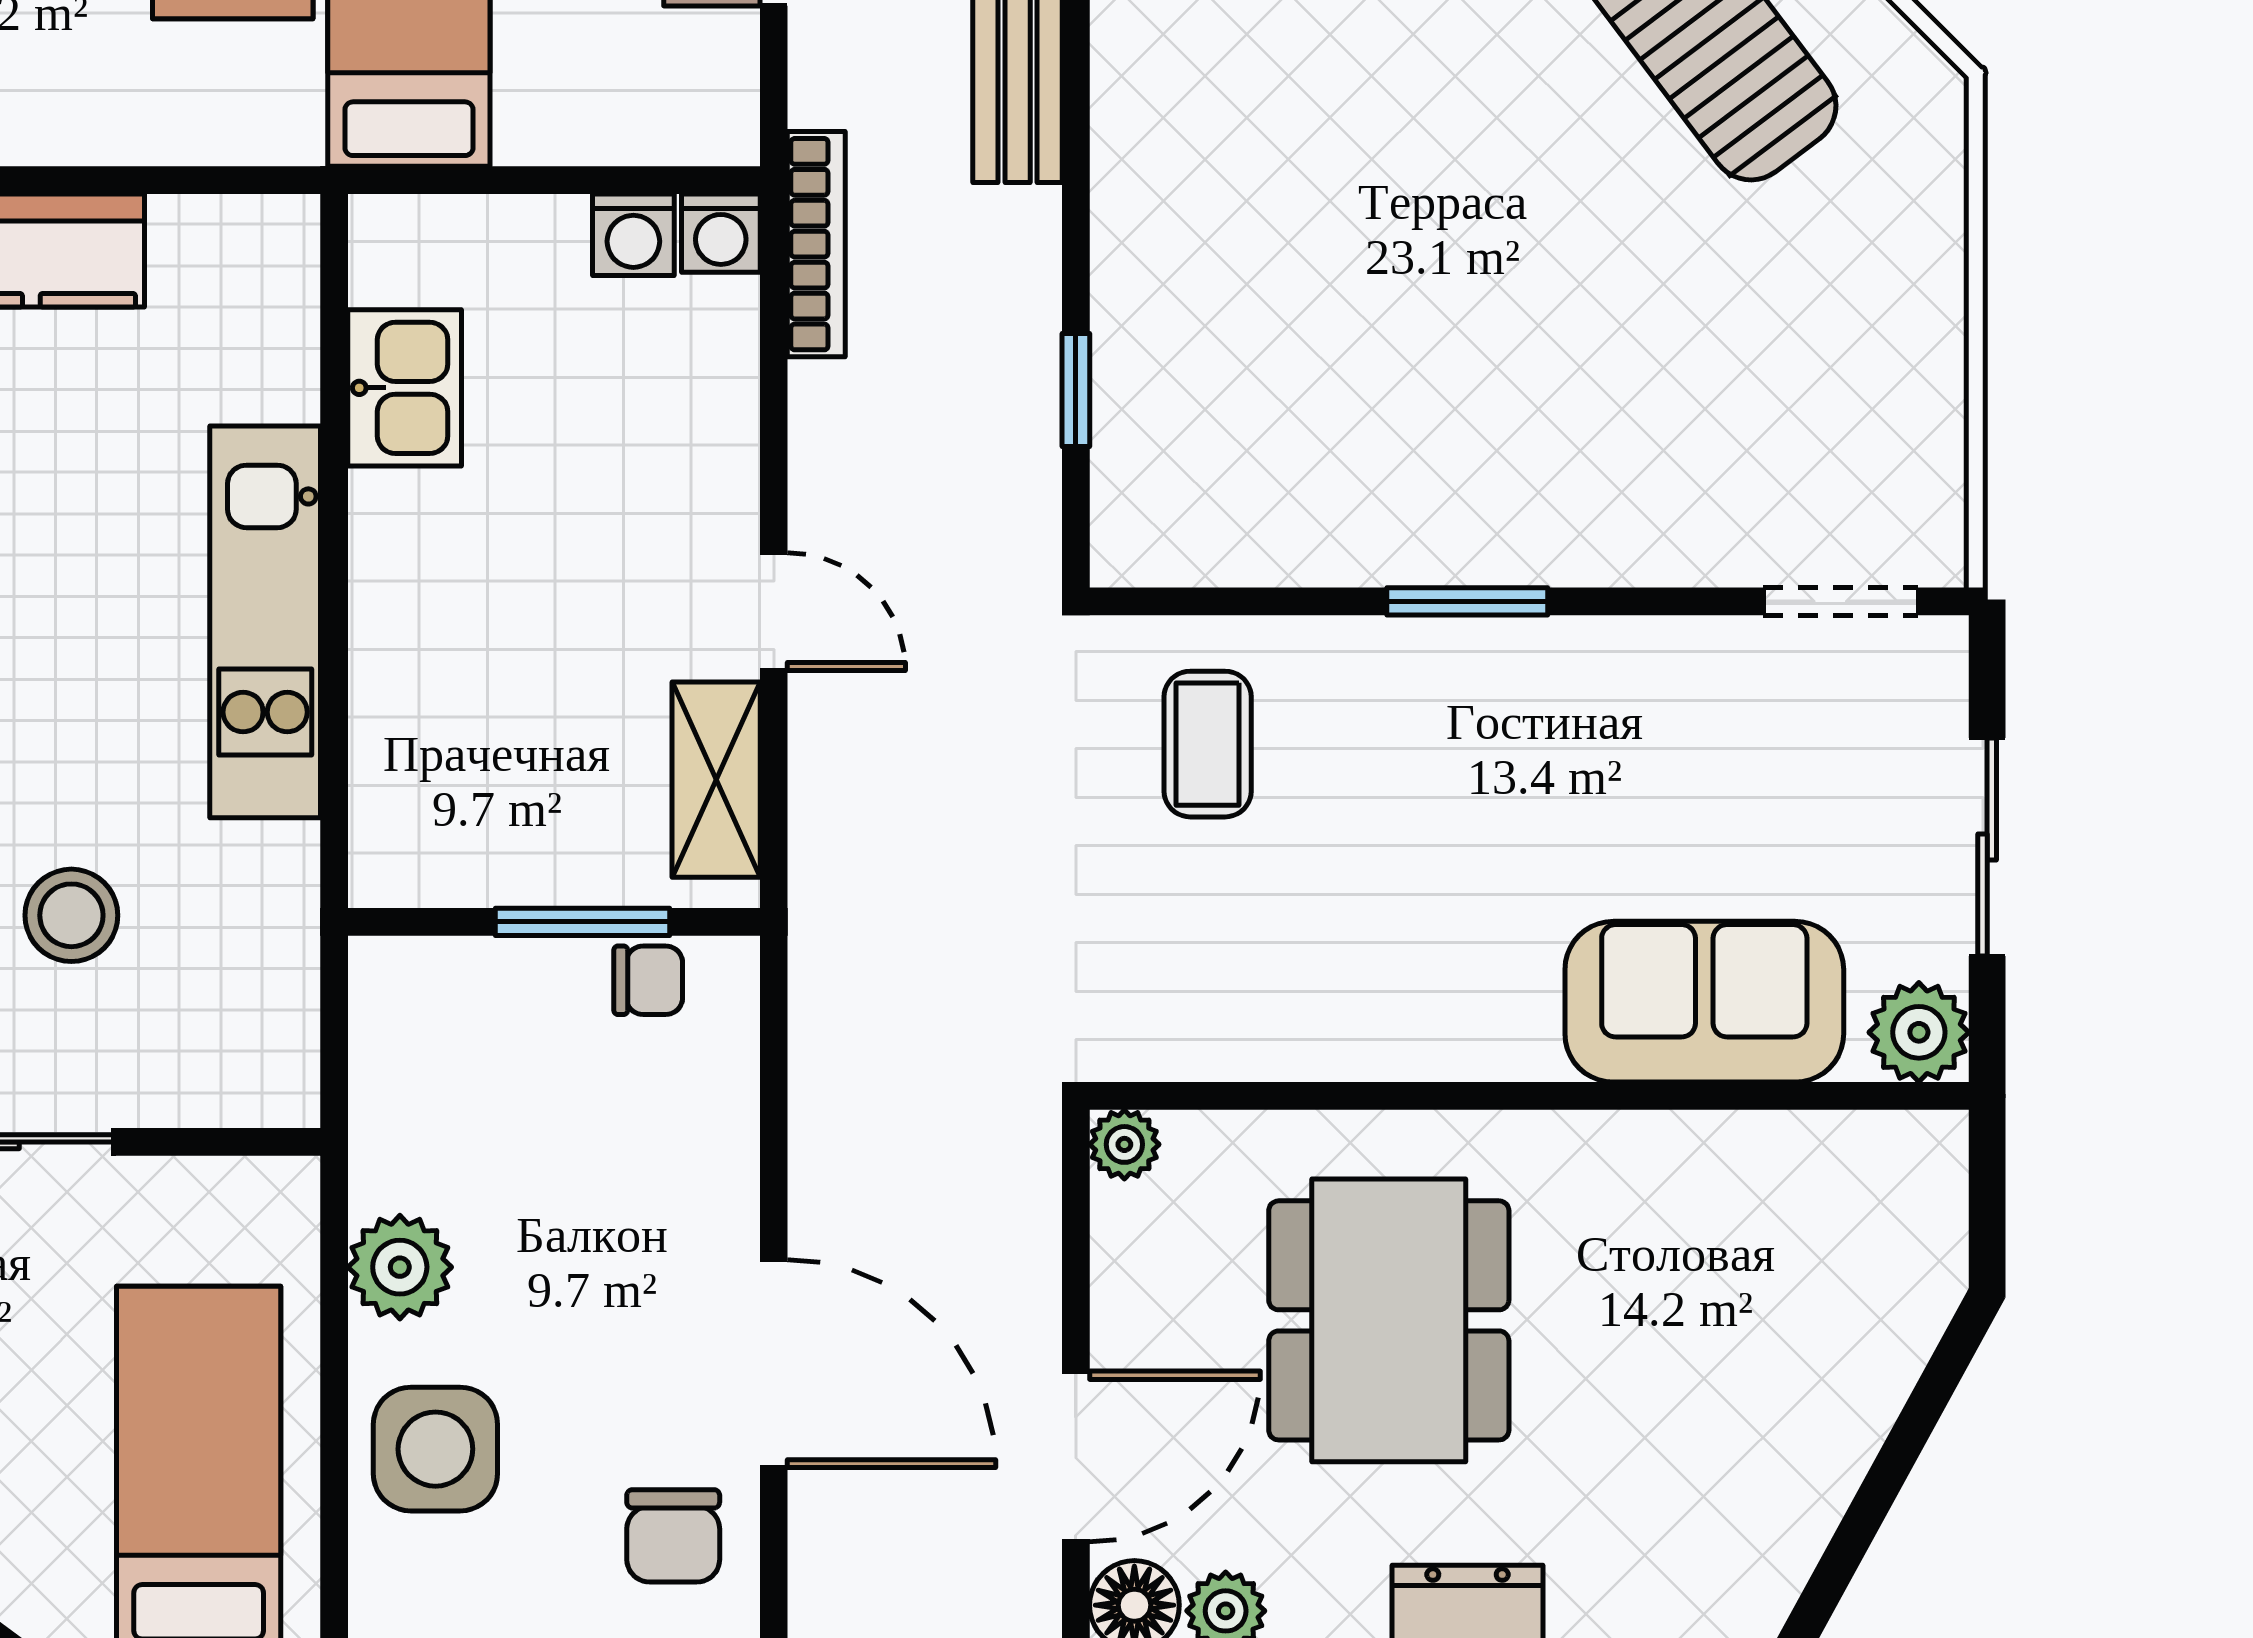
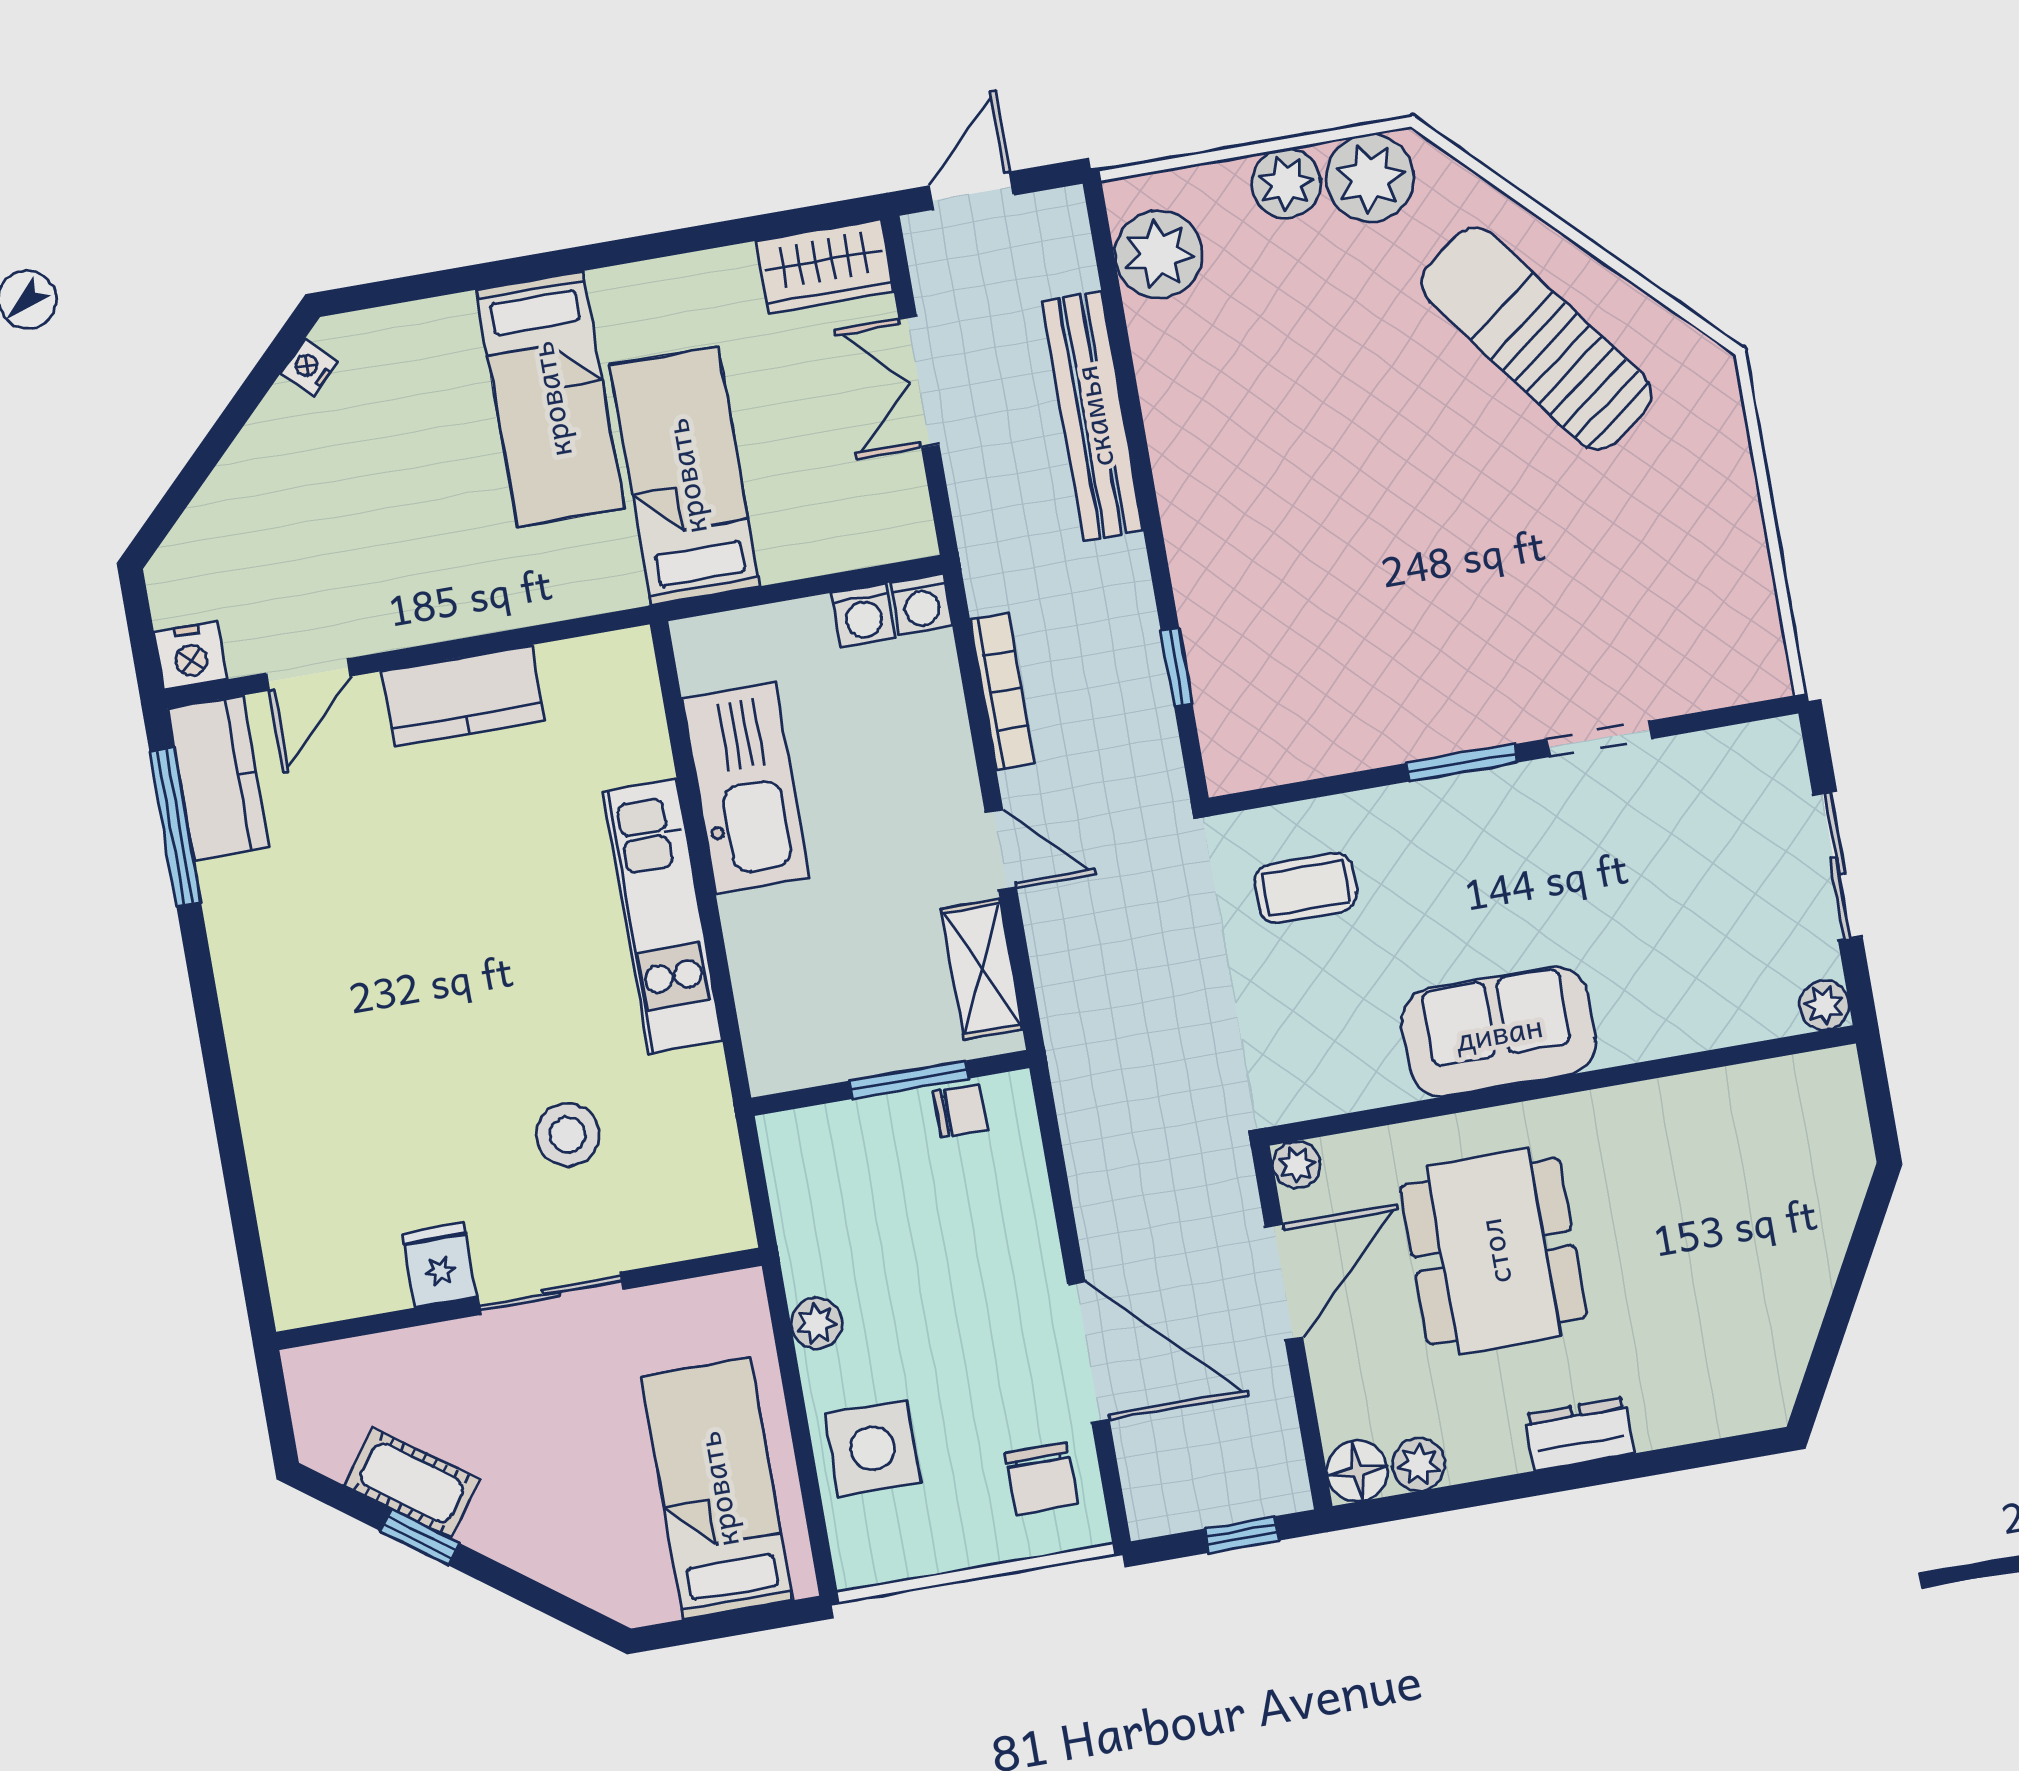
bookcase: (816, 244) -> (1002, 691), moved
kitchen sink: (405, 388) -> (746, 788), width x1.88, depth x1.24
doorway: (1841, 601) -> (1599, 739), moved
coffee table: (1208, 744) -> (1306, 888), turned 90
sofa: (1704, 1002) -> (1499, 1032), moved
plant: (1919, 1032) -> (1824, 1005), width x0.73, depth x0.73
plant: (400, 1267) -> (817, 1323), width x0.73, depth x0.73
door: (1076, 1456) -> (1284, 1283), moved

